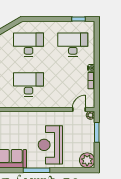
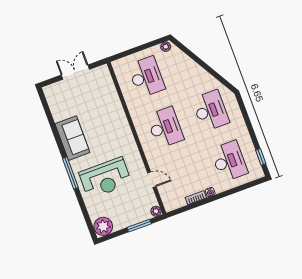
door: (79, 109) -> (152, 180), moved
reception desk: (50, 145) -> (105, 178), turned 180

